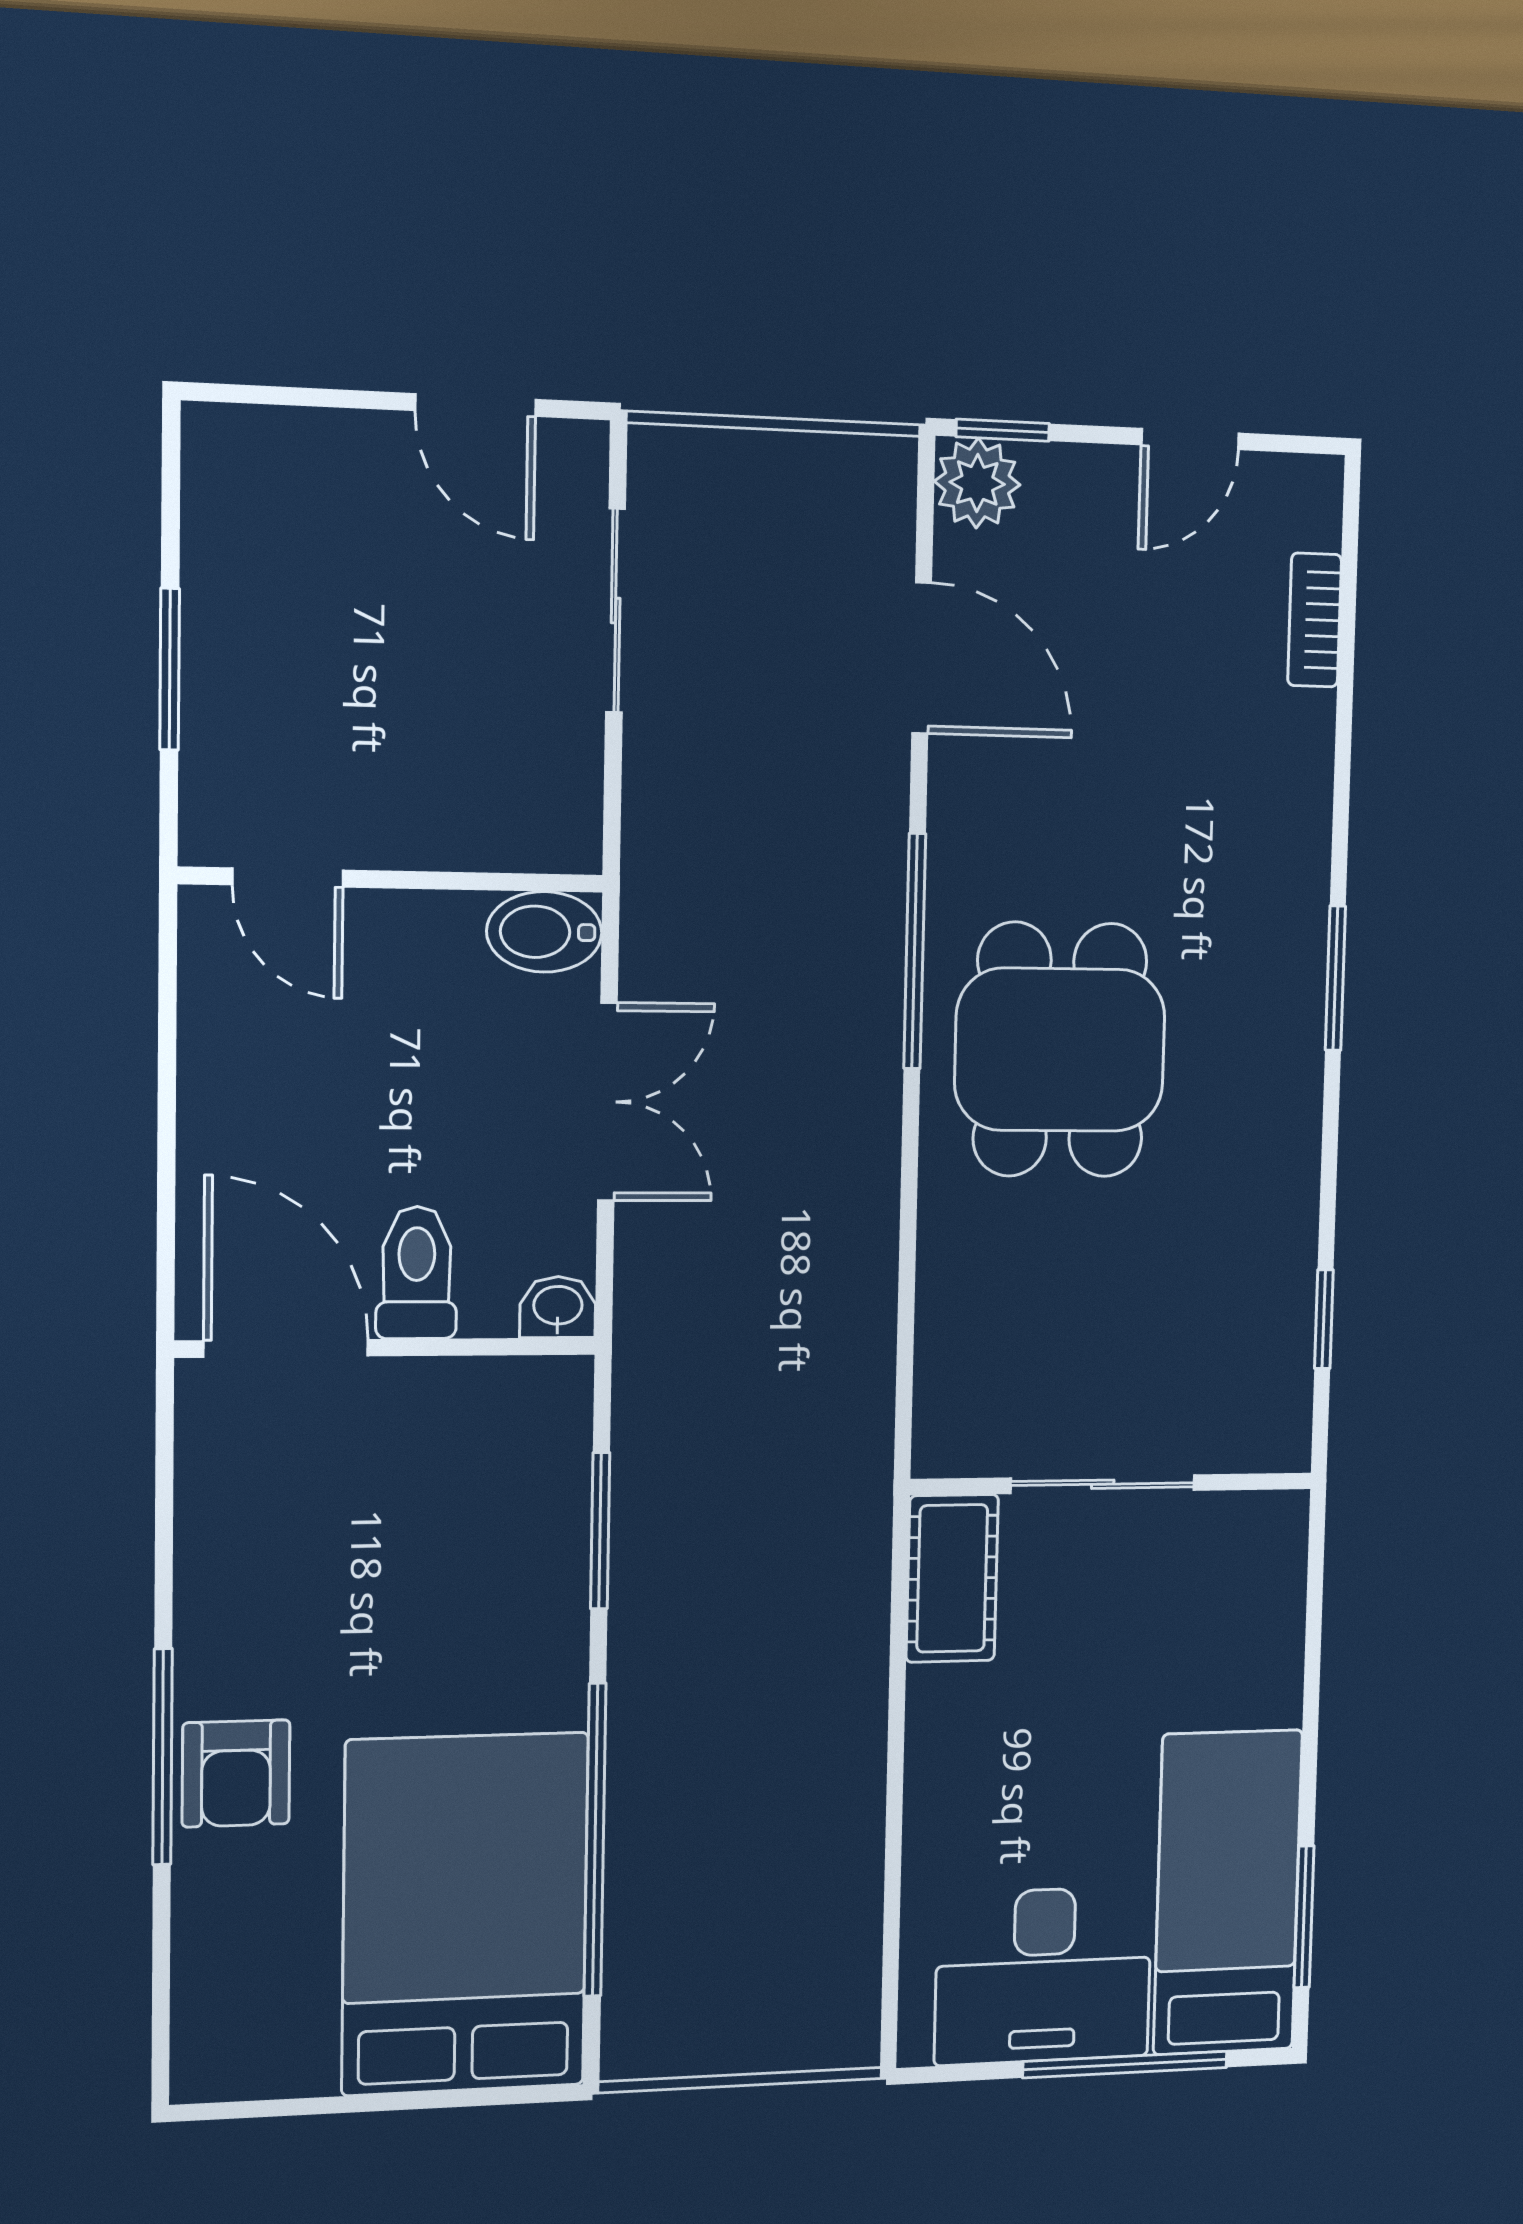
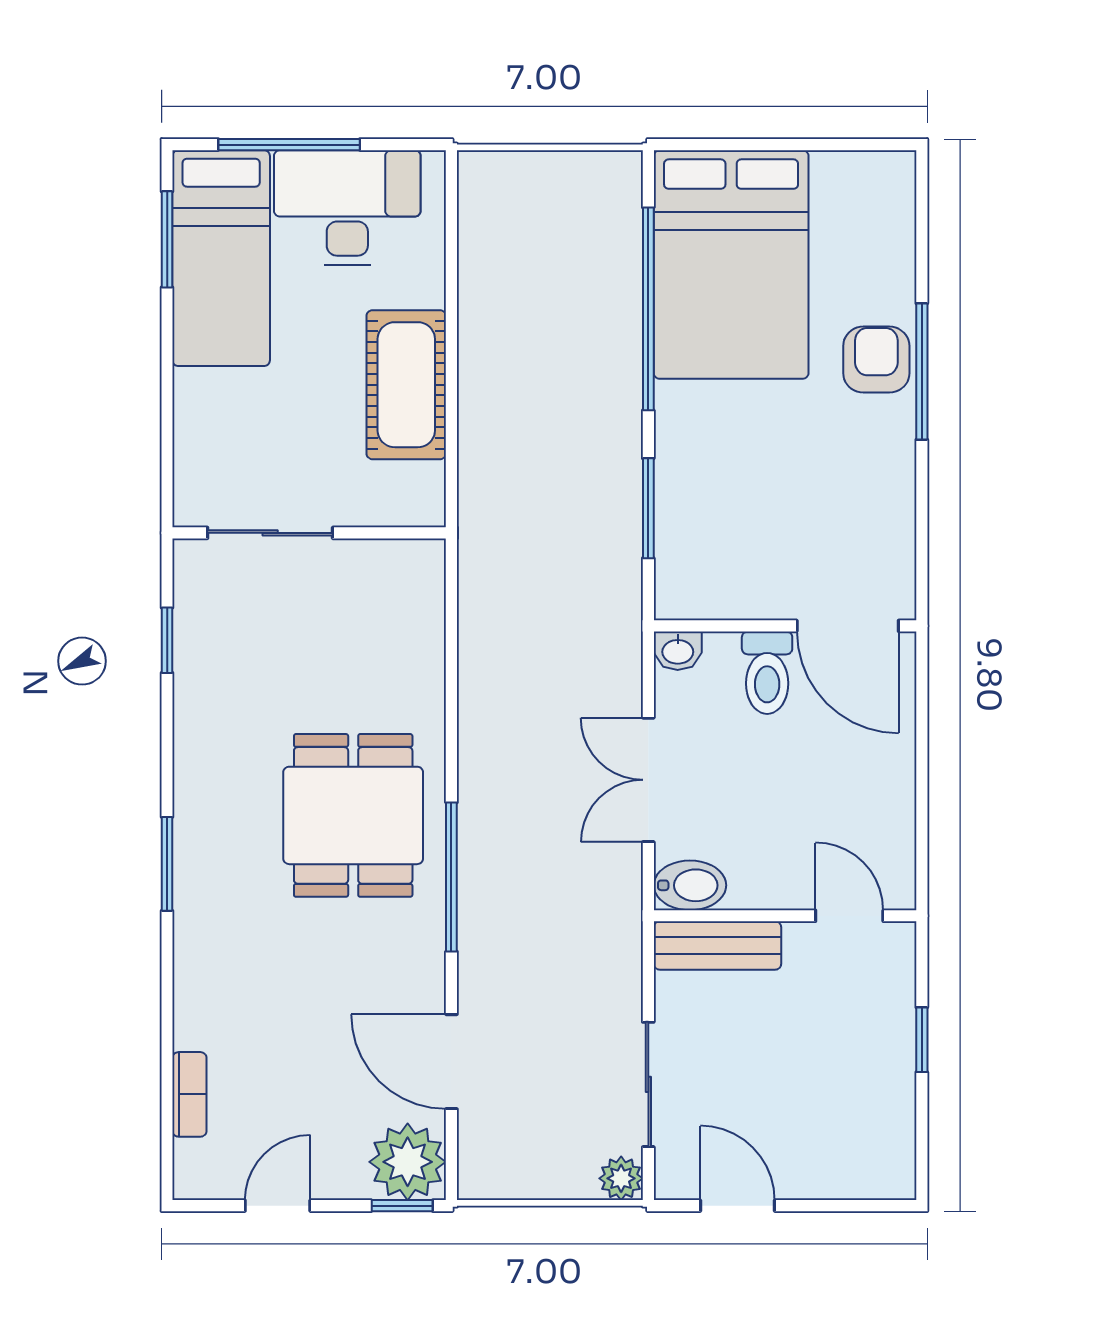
plant: (662, 459) -> (621, 1178), added
plant: (977, 483) -> (408, 1162), width x1.36, depth x1.36
window: (170, 669) -> (922, 1040), width x0.67
bench: (502, 833) -> (717, 946), added
sliding door: (1103, 1484) -> (270, 533), moved
cot: (952, 1578) -> (406, 385), moved, width x1.37, depth x1.34

